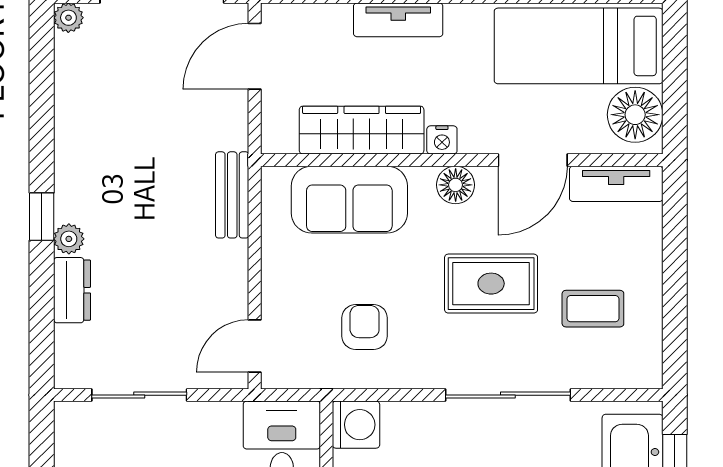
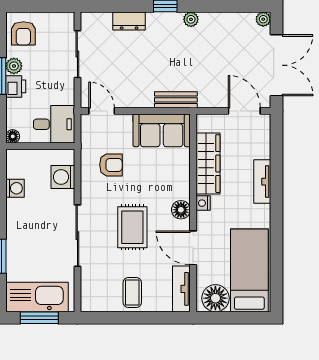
sofa: (349, 200) -> (162, 130), moved, turned -90
plant: (69, 239) -> (191, 19), moved
coffee table: (593, 309) -> (132, 292), moved
washing machine: (356, 425) -> (63, 177), moved, turned 90

